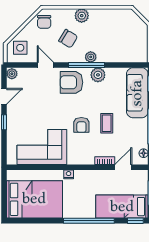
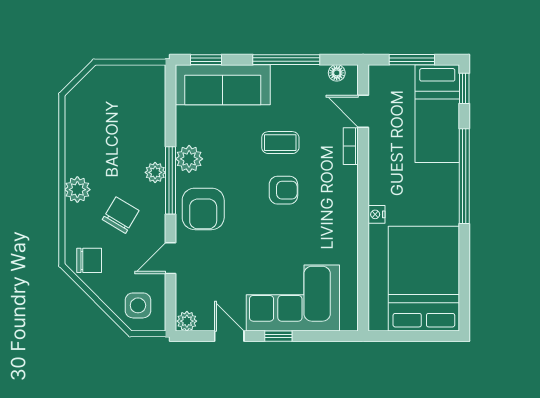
corner sofa: (42, 147) -> (293, 298), moved, turned 90

